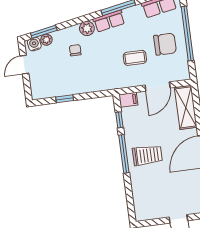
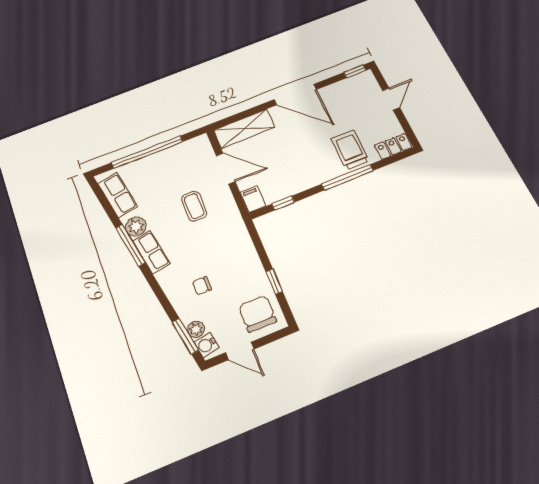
plant: (87, 28) -> (136, 227), moved
chair: (165, 44) -> (257, 314), moved
window: (124, 154) -> (347, 177), moved
trolley: (147, 155) -> (350, 150), moved
locker: (140, 208) -> (393, 146), added

